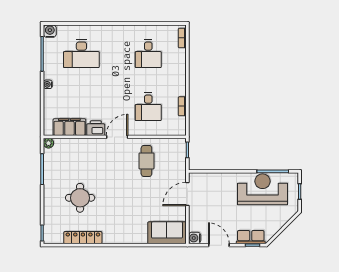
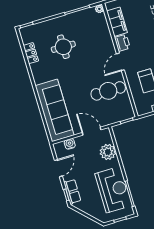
door: (117, 137) -> (120, 62), swing flipped
cafe table: (146, 161) -> (108, 91), width x1.37, depth x1.35
plant: (217, 182) -> (108, 152), added
sofa: (167, 233) -> (55, 110), width x1.85, depth x1.27
locker: (83, 238) -> (31, 53), width x0.66
water cooler: (195, 238) -> (70, 144), moved

